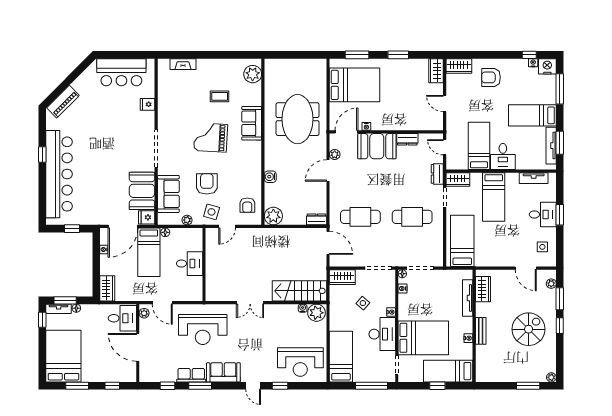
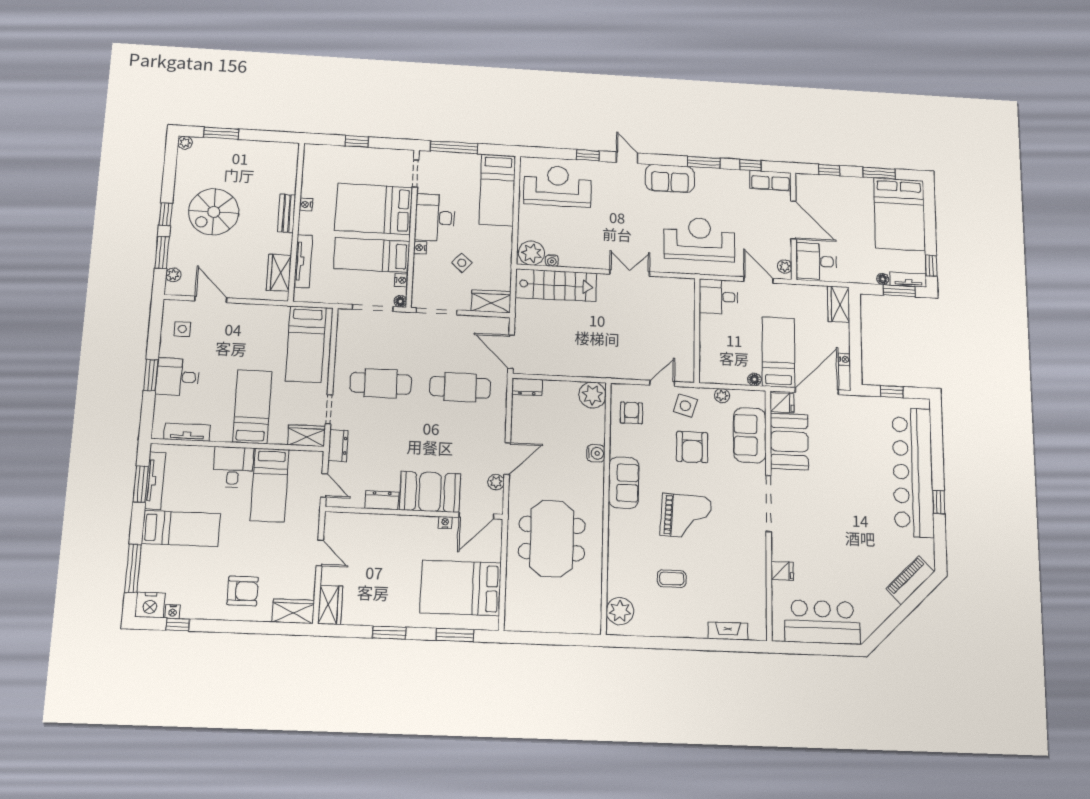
sofa: (252, 123) -> (624, 483), moved
desk: (190, 264) -> (718, 297), moved
bed: (448, 371) -> (372, 255), moved, turned 180
row of seats: (191, 375) -> (770, 181), moved

